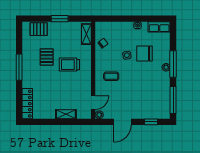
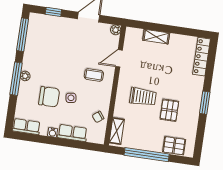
window: (60, 19) -> (147, 155), width x2.11
row of seats: (122, 27) -> (72, 133), added
window: (19, 67) -> (205, 103), width x0.69
door: (93, 103) -> (119, 58), moved

